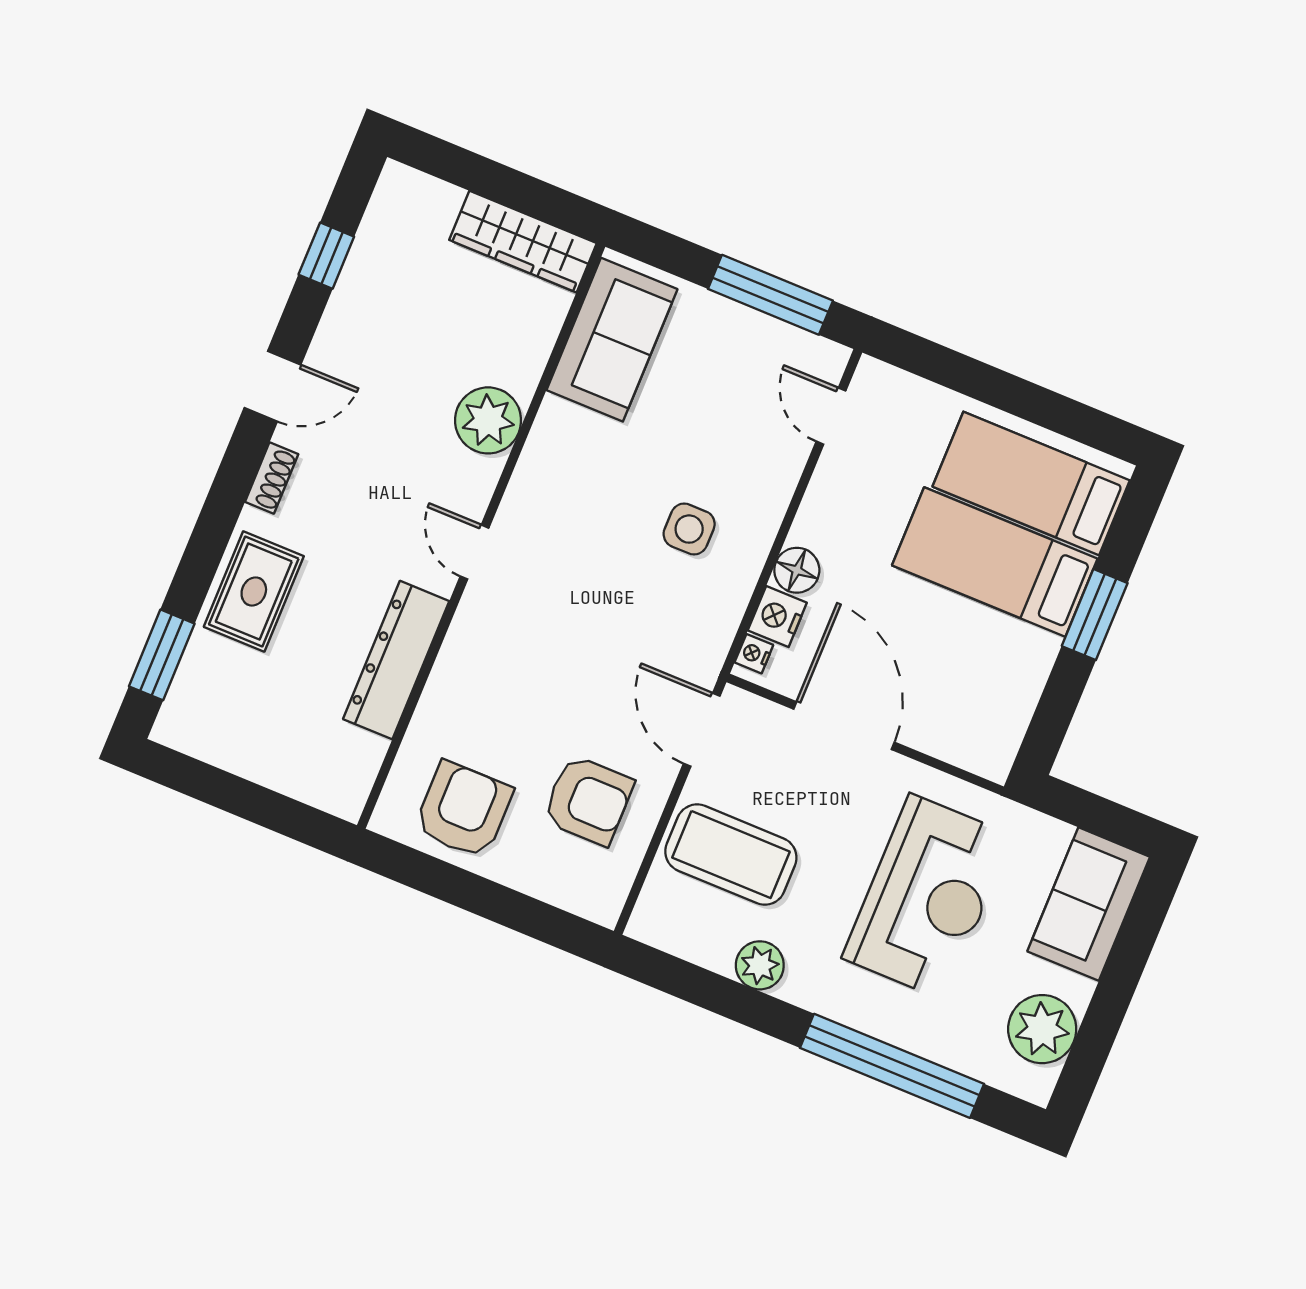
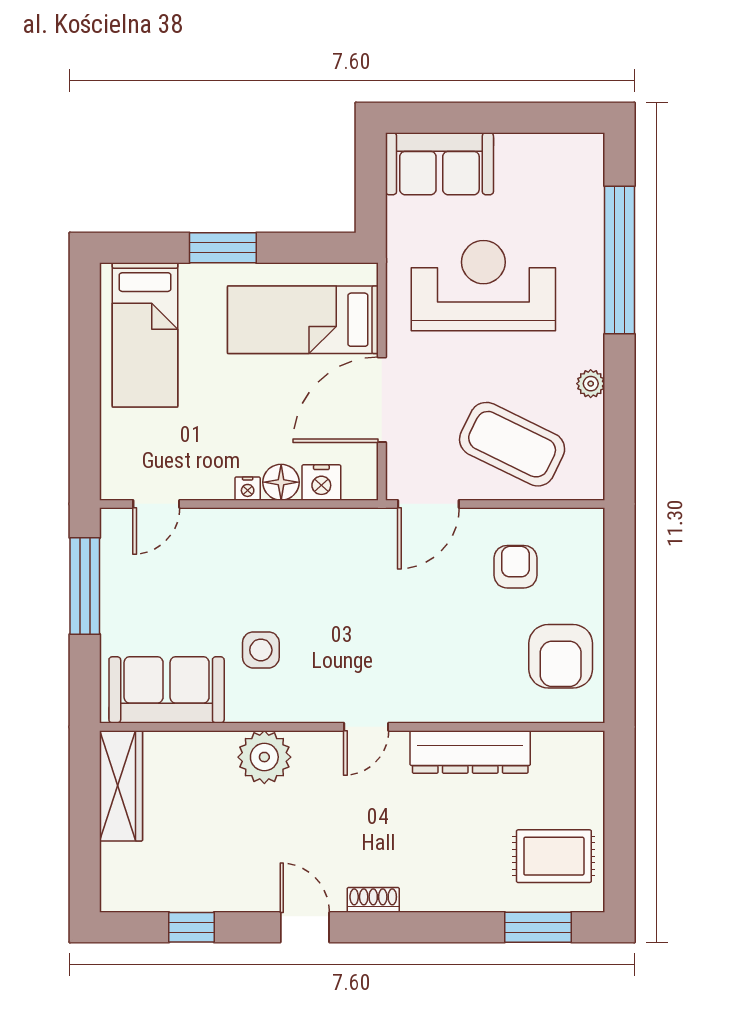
side table: (689, 529) -> (261, 650), moved
bed: (995, 562) -> (303, 320), moved, turned 90
rug: (254, 592) -> (554, 856), moved
nightstand: (754, 654) -> (248, 489), moved
armchair: (588, 800) -> (515, 567), width x0.72, depth x0.72
armchair: (463, 810) -> (561, 656), turned -90
coffee table: (731, 855) -> (512, 444), turned -64
plant: (760, 965) -> (591, 384), width x0.73, depth x0.73
plant: (1042, 1029) -> (546, 160), removed

